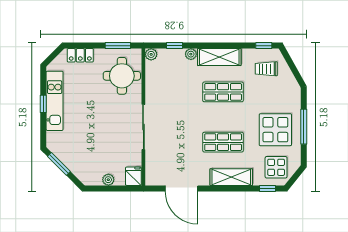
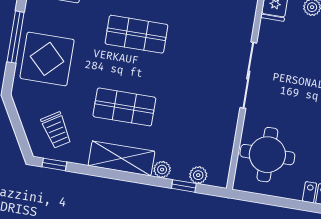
window: (118, 46) -> (266, 199), removed
plant: (151, 54) -> (198, 175), moved
trolley: (266, 69) -> (56, 130), turned 58
display table: (275, 130) -> (47, 59), moved

